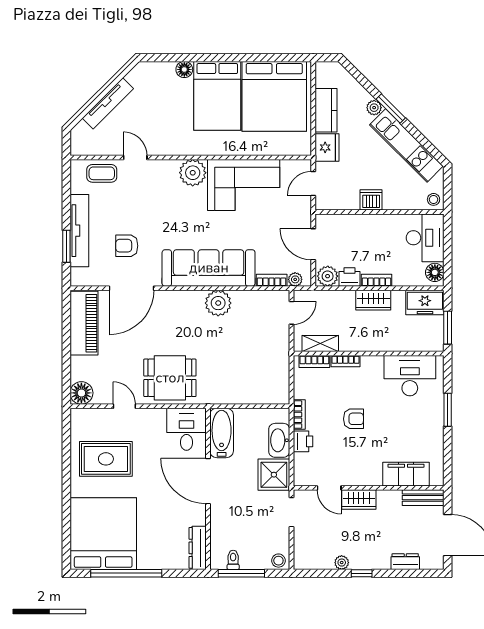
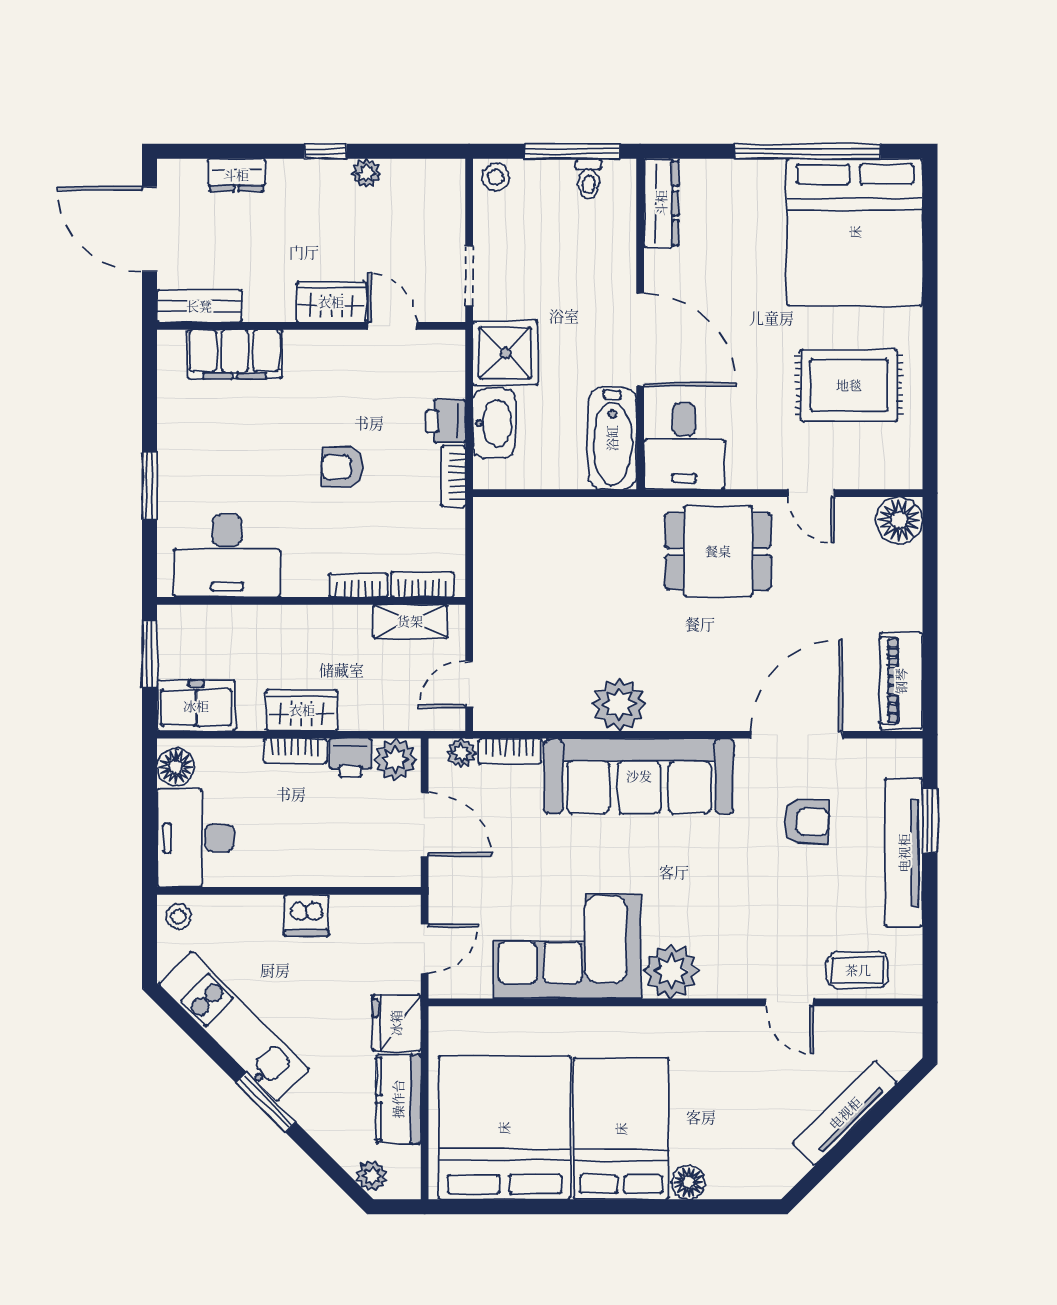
plant: (374, 108) -> (372, 1176), moved
piano: (84, 323) -> (901, 681), width x0.73, depth x0.75

